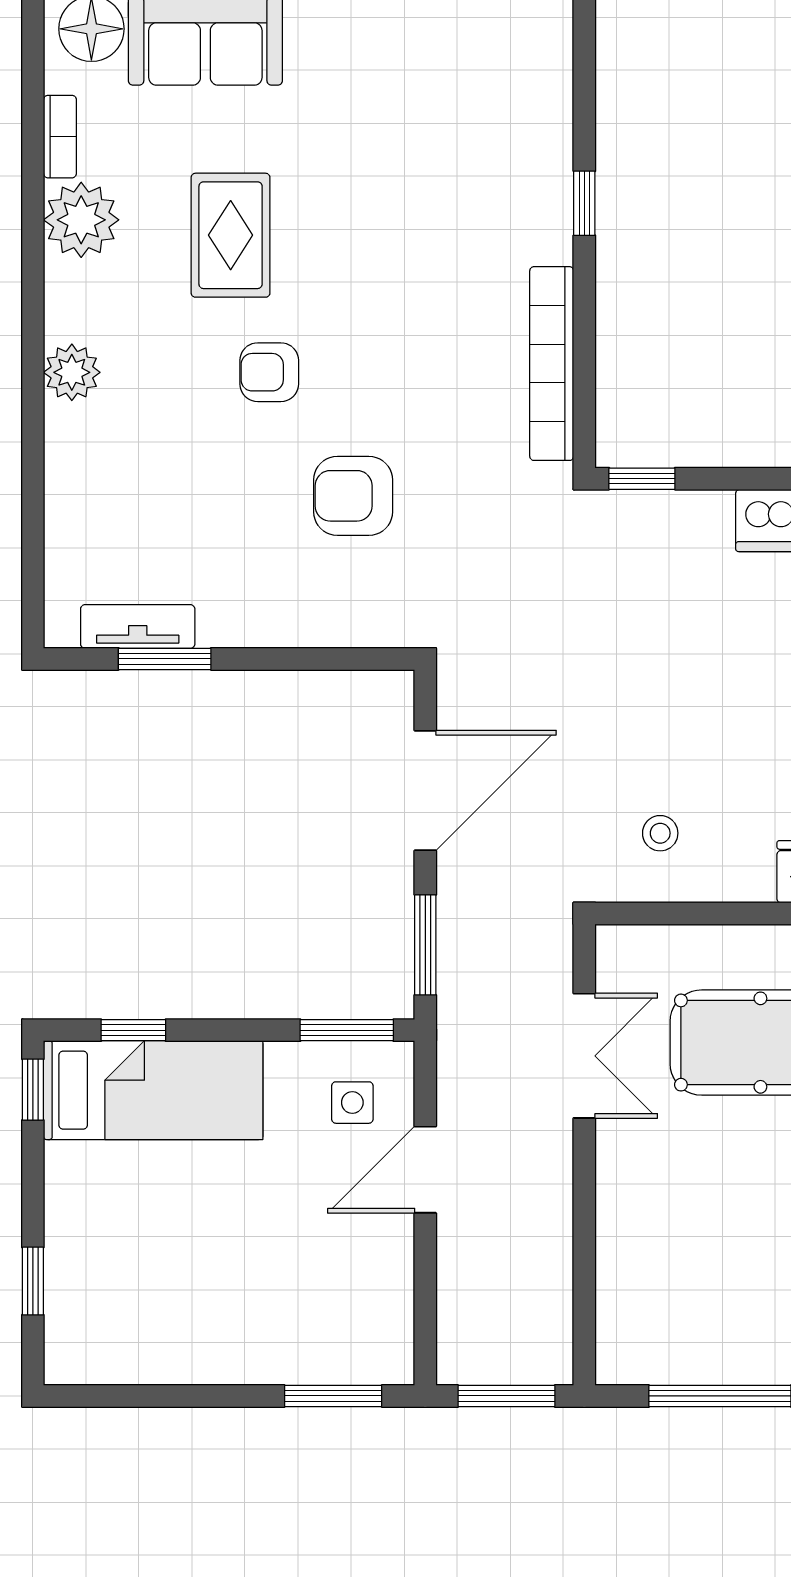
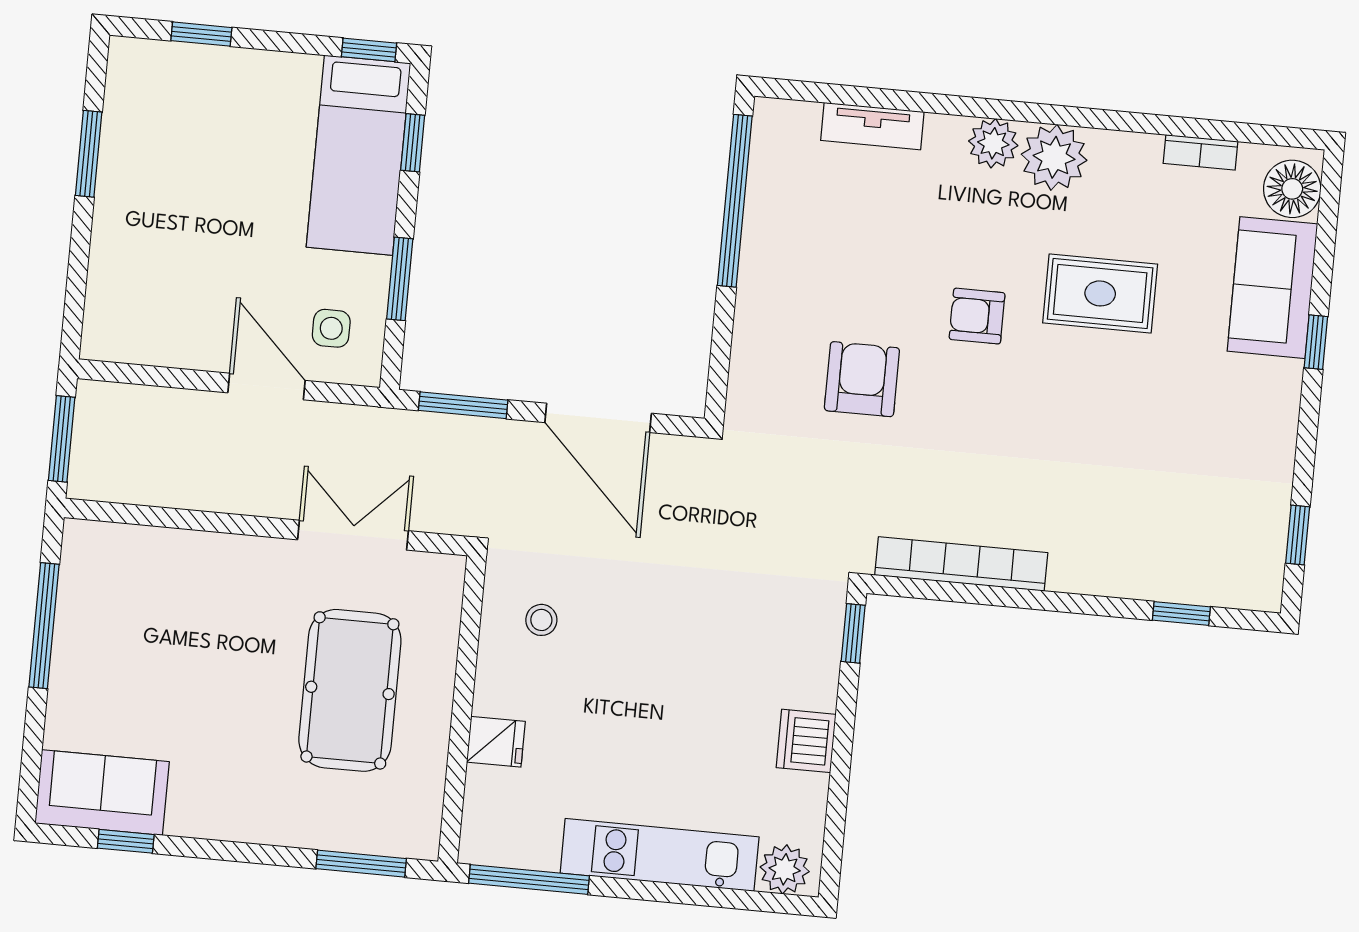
window: (584, 203) -> (1181, 613), moved
plant: (81, 220) -> (1054, 157), moved
armchair: (269, 372) -> (977, 316), turned -90
tv unit: (138, 627) -> (872, 126), moved, turned 90
window: (165, 659) -> (735, 201), width x2.11
window: (347, 1030) -> (400, 279), moved
double door: (584, 1056) -> (353, 535), swing flipped
window: (333, 1396) -> (89, 154), moved

